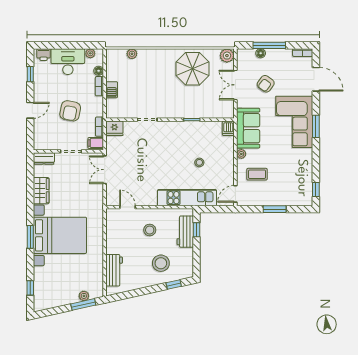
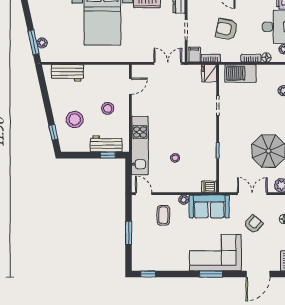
armchair: (266, 84) -> (253, 224), turned 95
barbecue: (112, 90) -> (240, 73), width x1.88, depth x1.53

